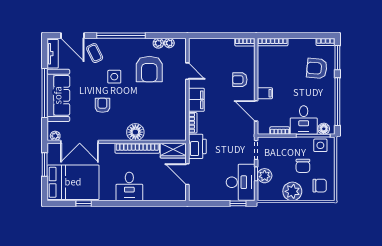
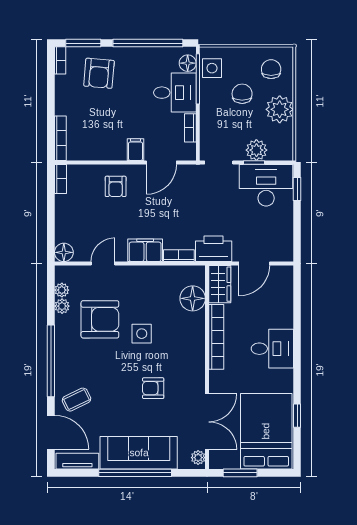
door: (72, 36) -> (51, 432), hinge flipped
floor lamp: (195, 44) -> (64, 252), added
side table: (114, 77) -> (142, 334), moved
floor lamp: (135, 132) -> (193, 298), moved
chair: (303, 166) -> (242, 94), turned -90

